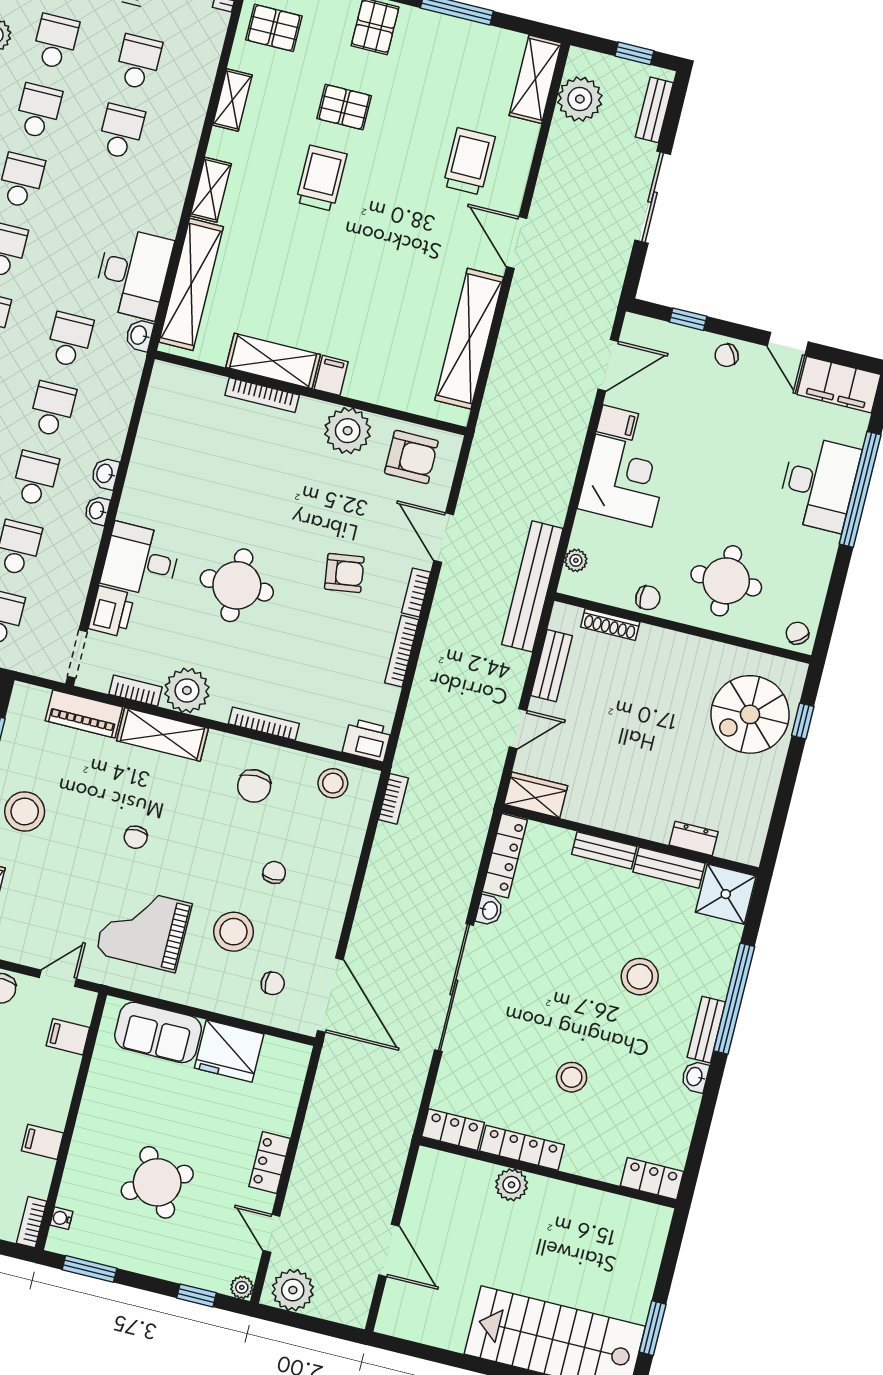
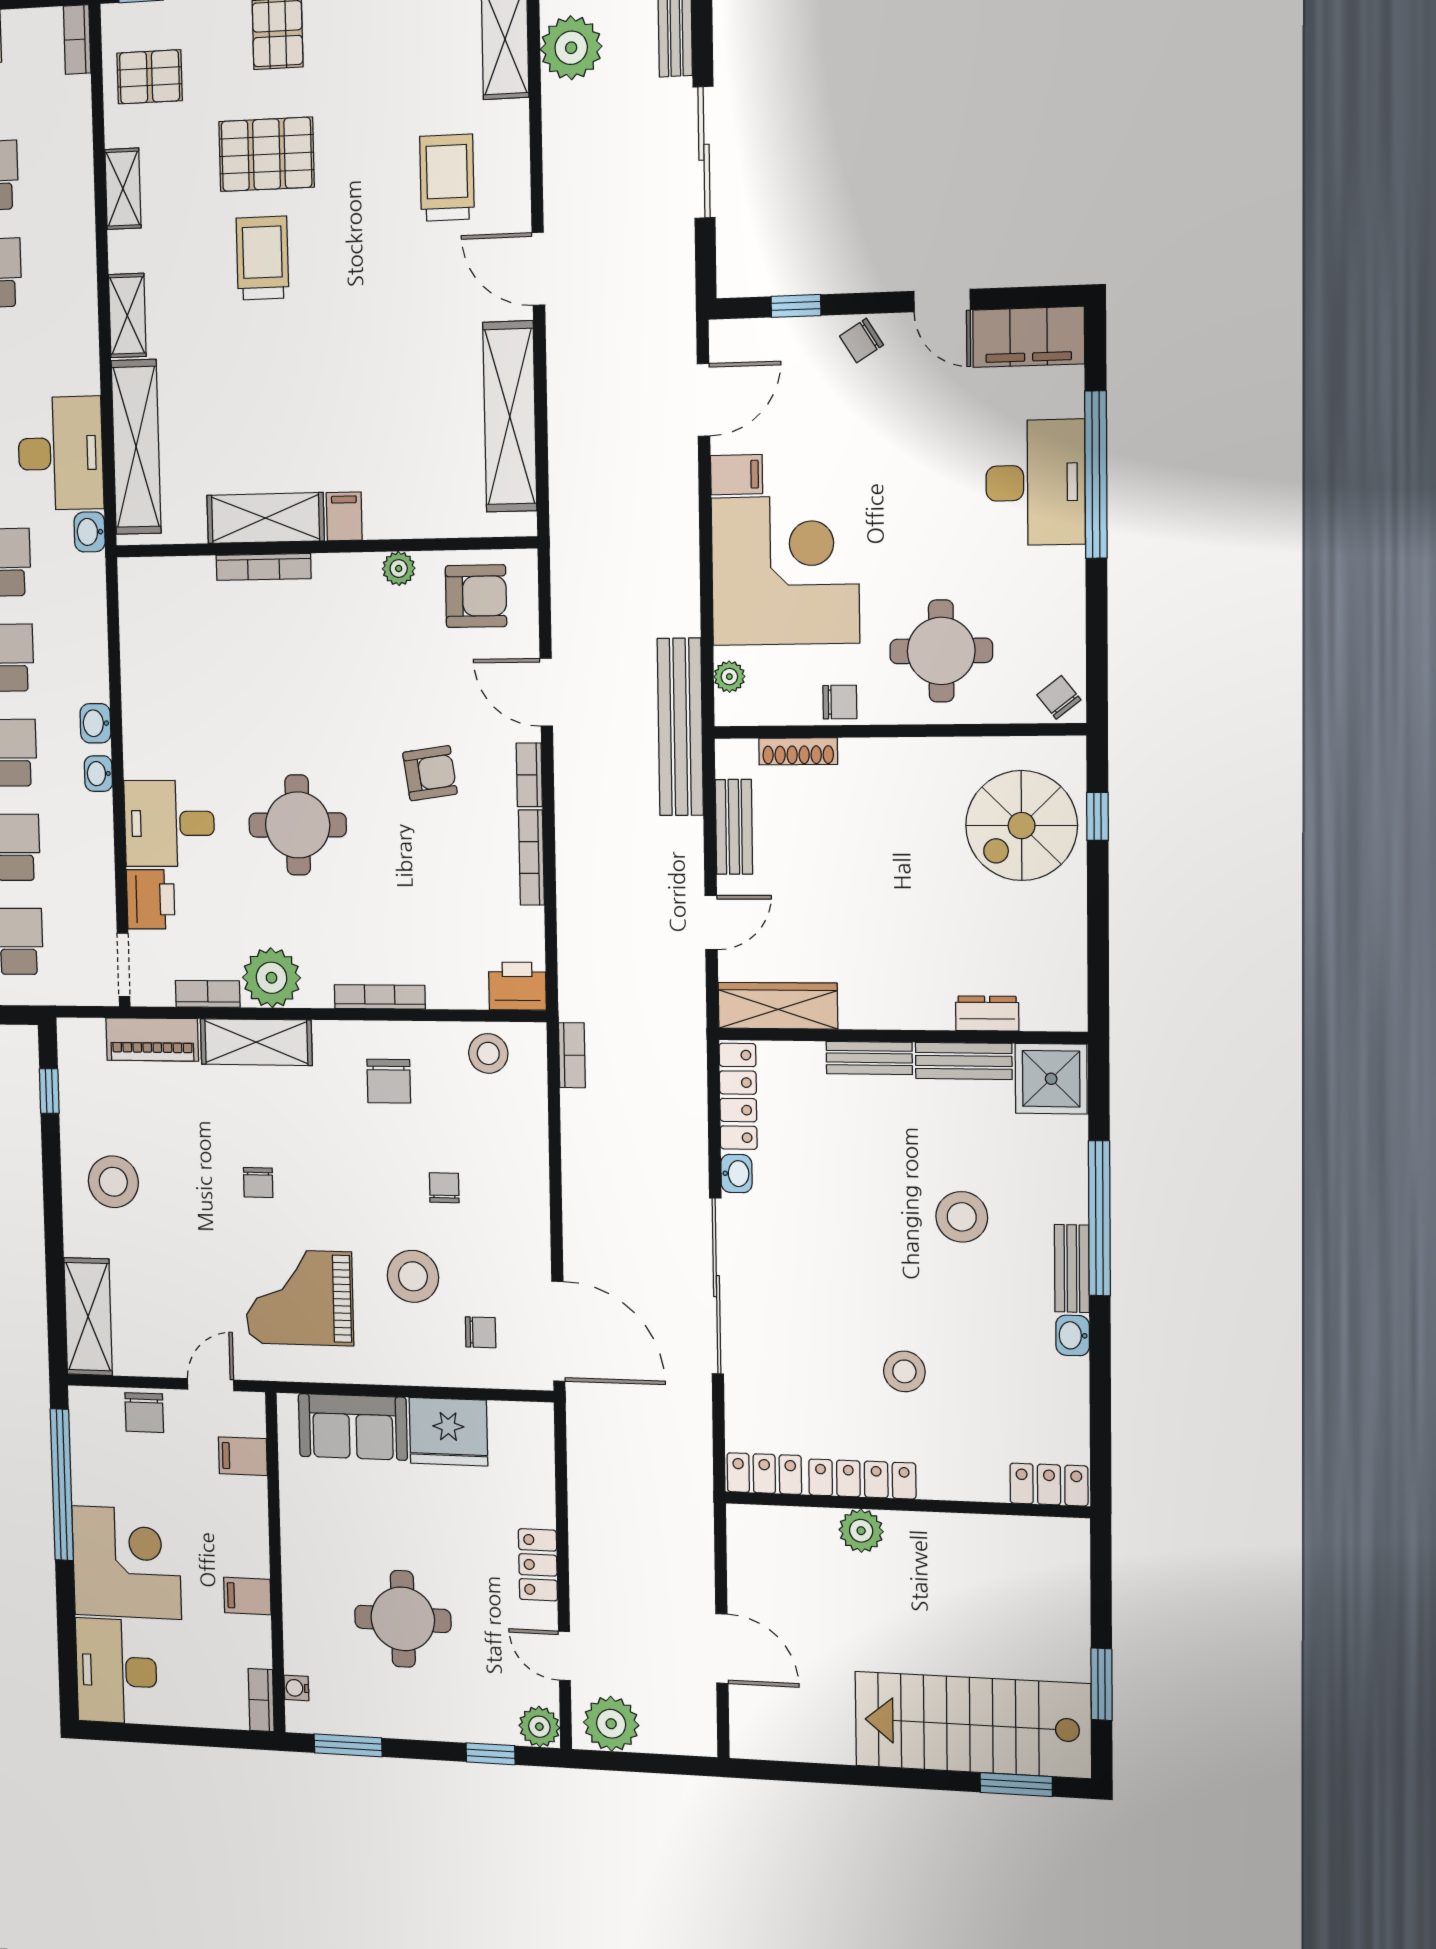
pallet: (344, 107) -> (267, 154), width x1.50, depth x1.42
plant: (348, 431) -> (399, 569), width x0.53, depth x0.53
corner desk: (624, 481) -> (785, 570), width x1.36, depth x1.36
wardrobe: (536, 795) -> (778, 1006), width x1.50
round table: (157, 1182) -> (403, 1619), turned 31
plant: (242, 1287) -> (539, 1727), width x1.38, depth x1.38

